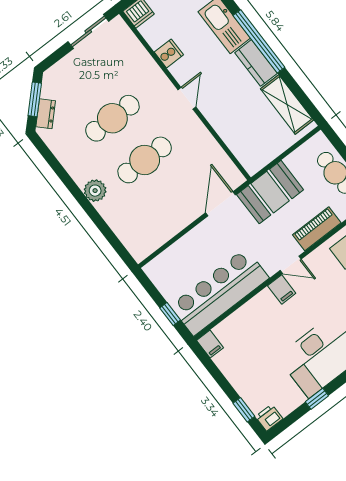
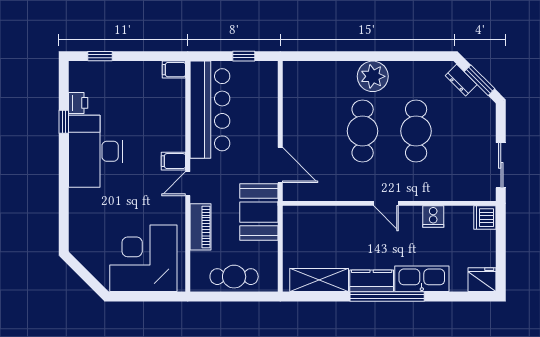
plant: (95, 191) -> (373, 76), width x1.36, depth x1.36
window: (170, 314) -> (244, 56), moved
printer: (269, 418) -> (78, 103), moved

